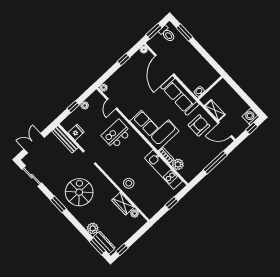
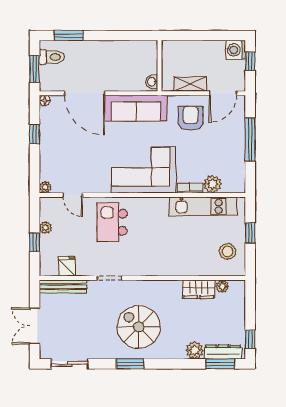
stool: (129, 183) -> (228, 251), moved

